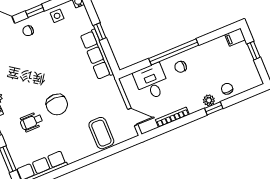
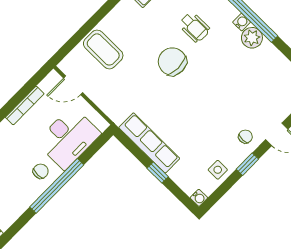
desk: (152, 82) -> (68, 138), width x1.37
wheelchair: (31, 122) -> (194, 27), turned 90

